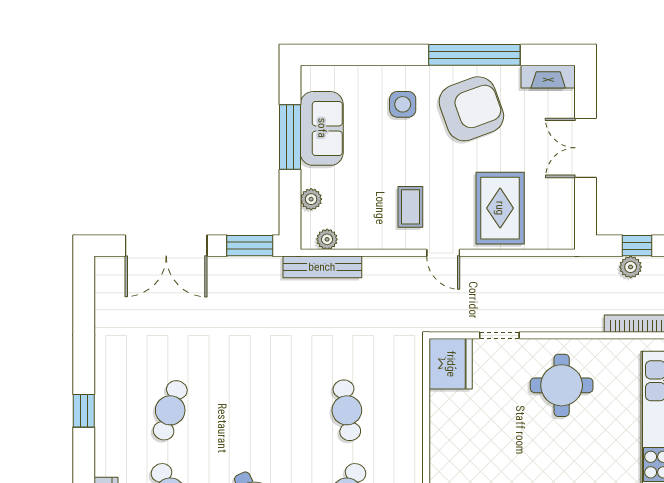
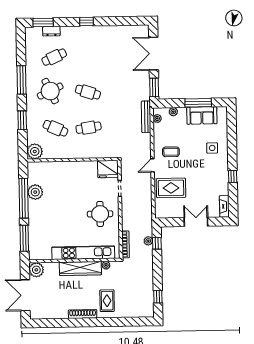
window: (474, 55) -> (233, 176), width x0.32
armchair: (471, 109) -> (211, 176), removed
cafe table: (170, 410) -> (88, 92), moved

